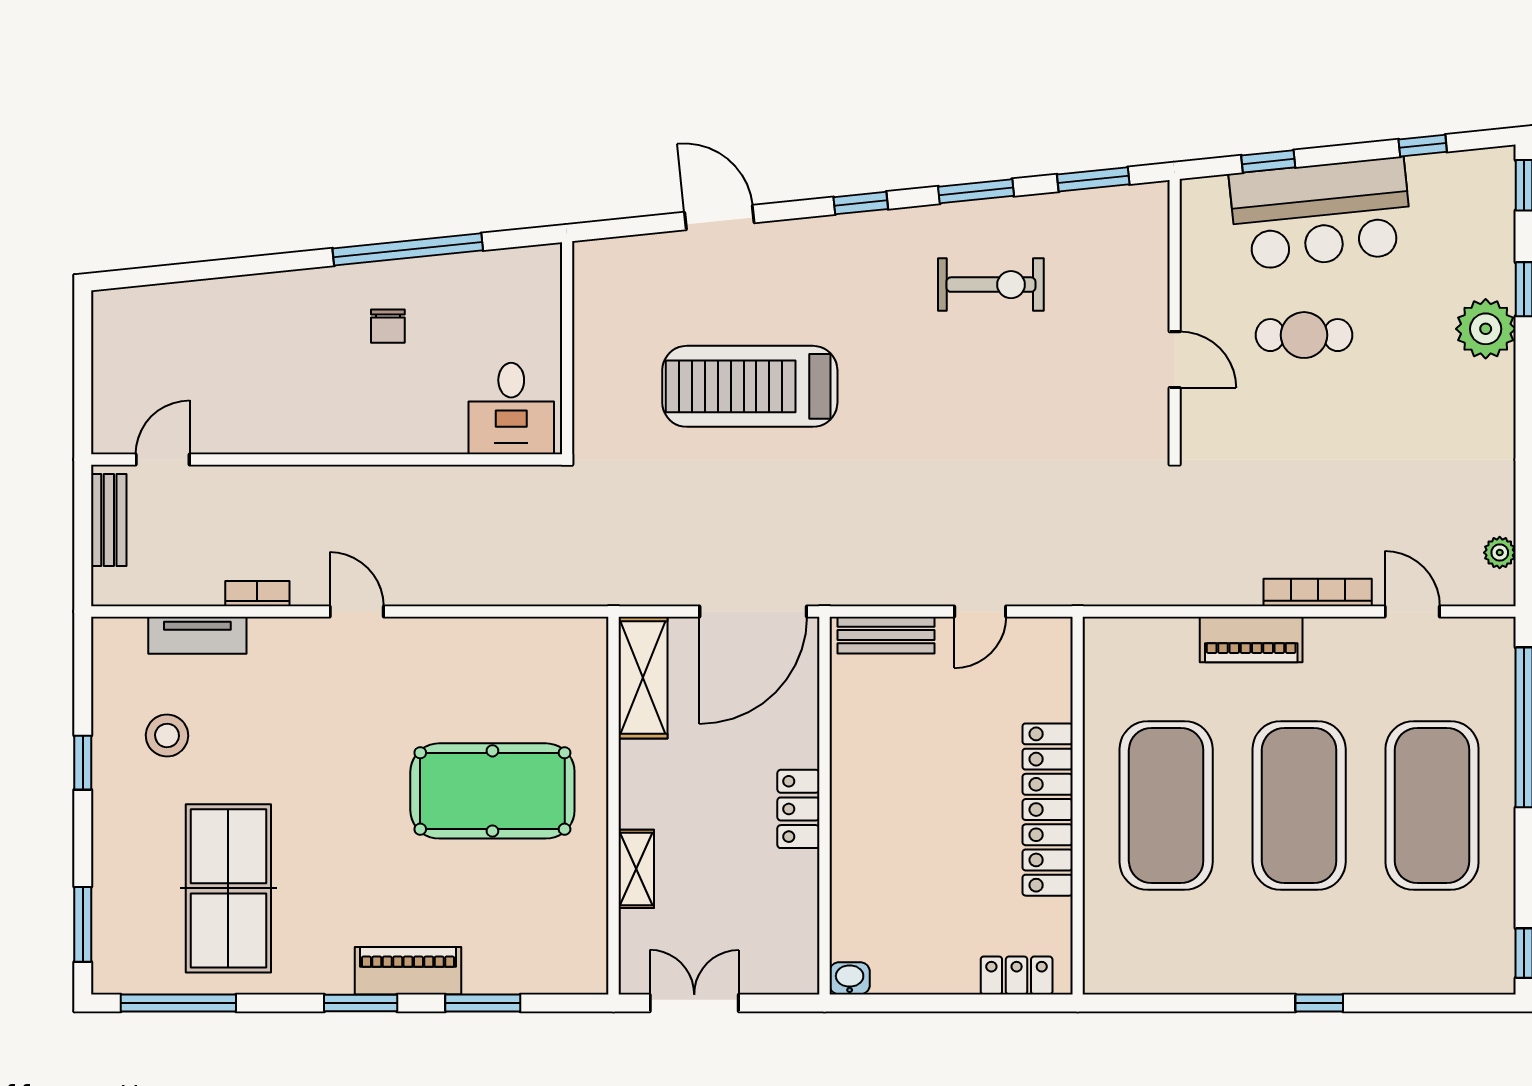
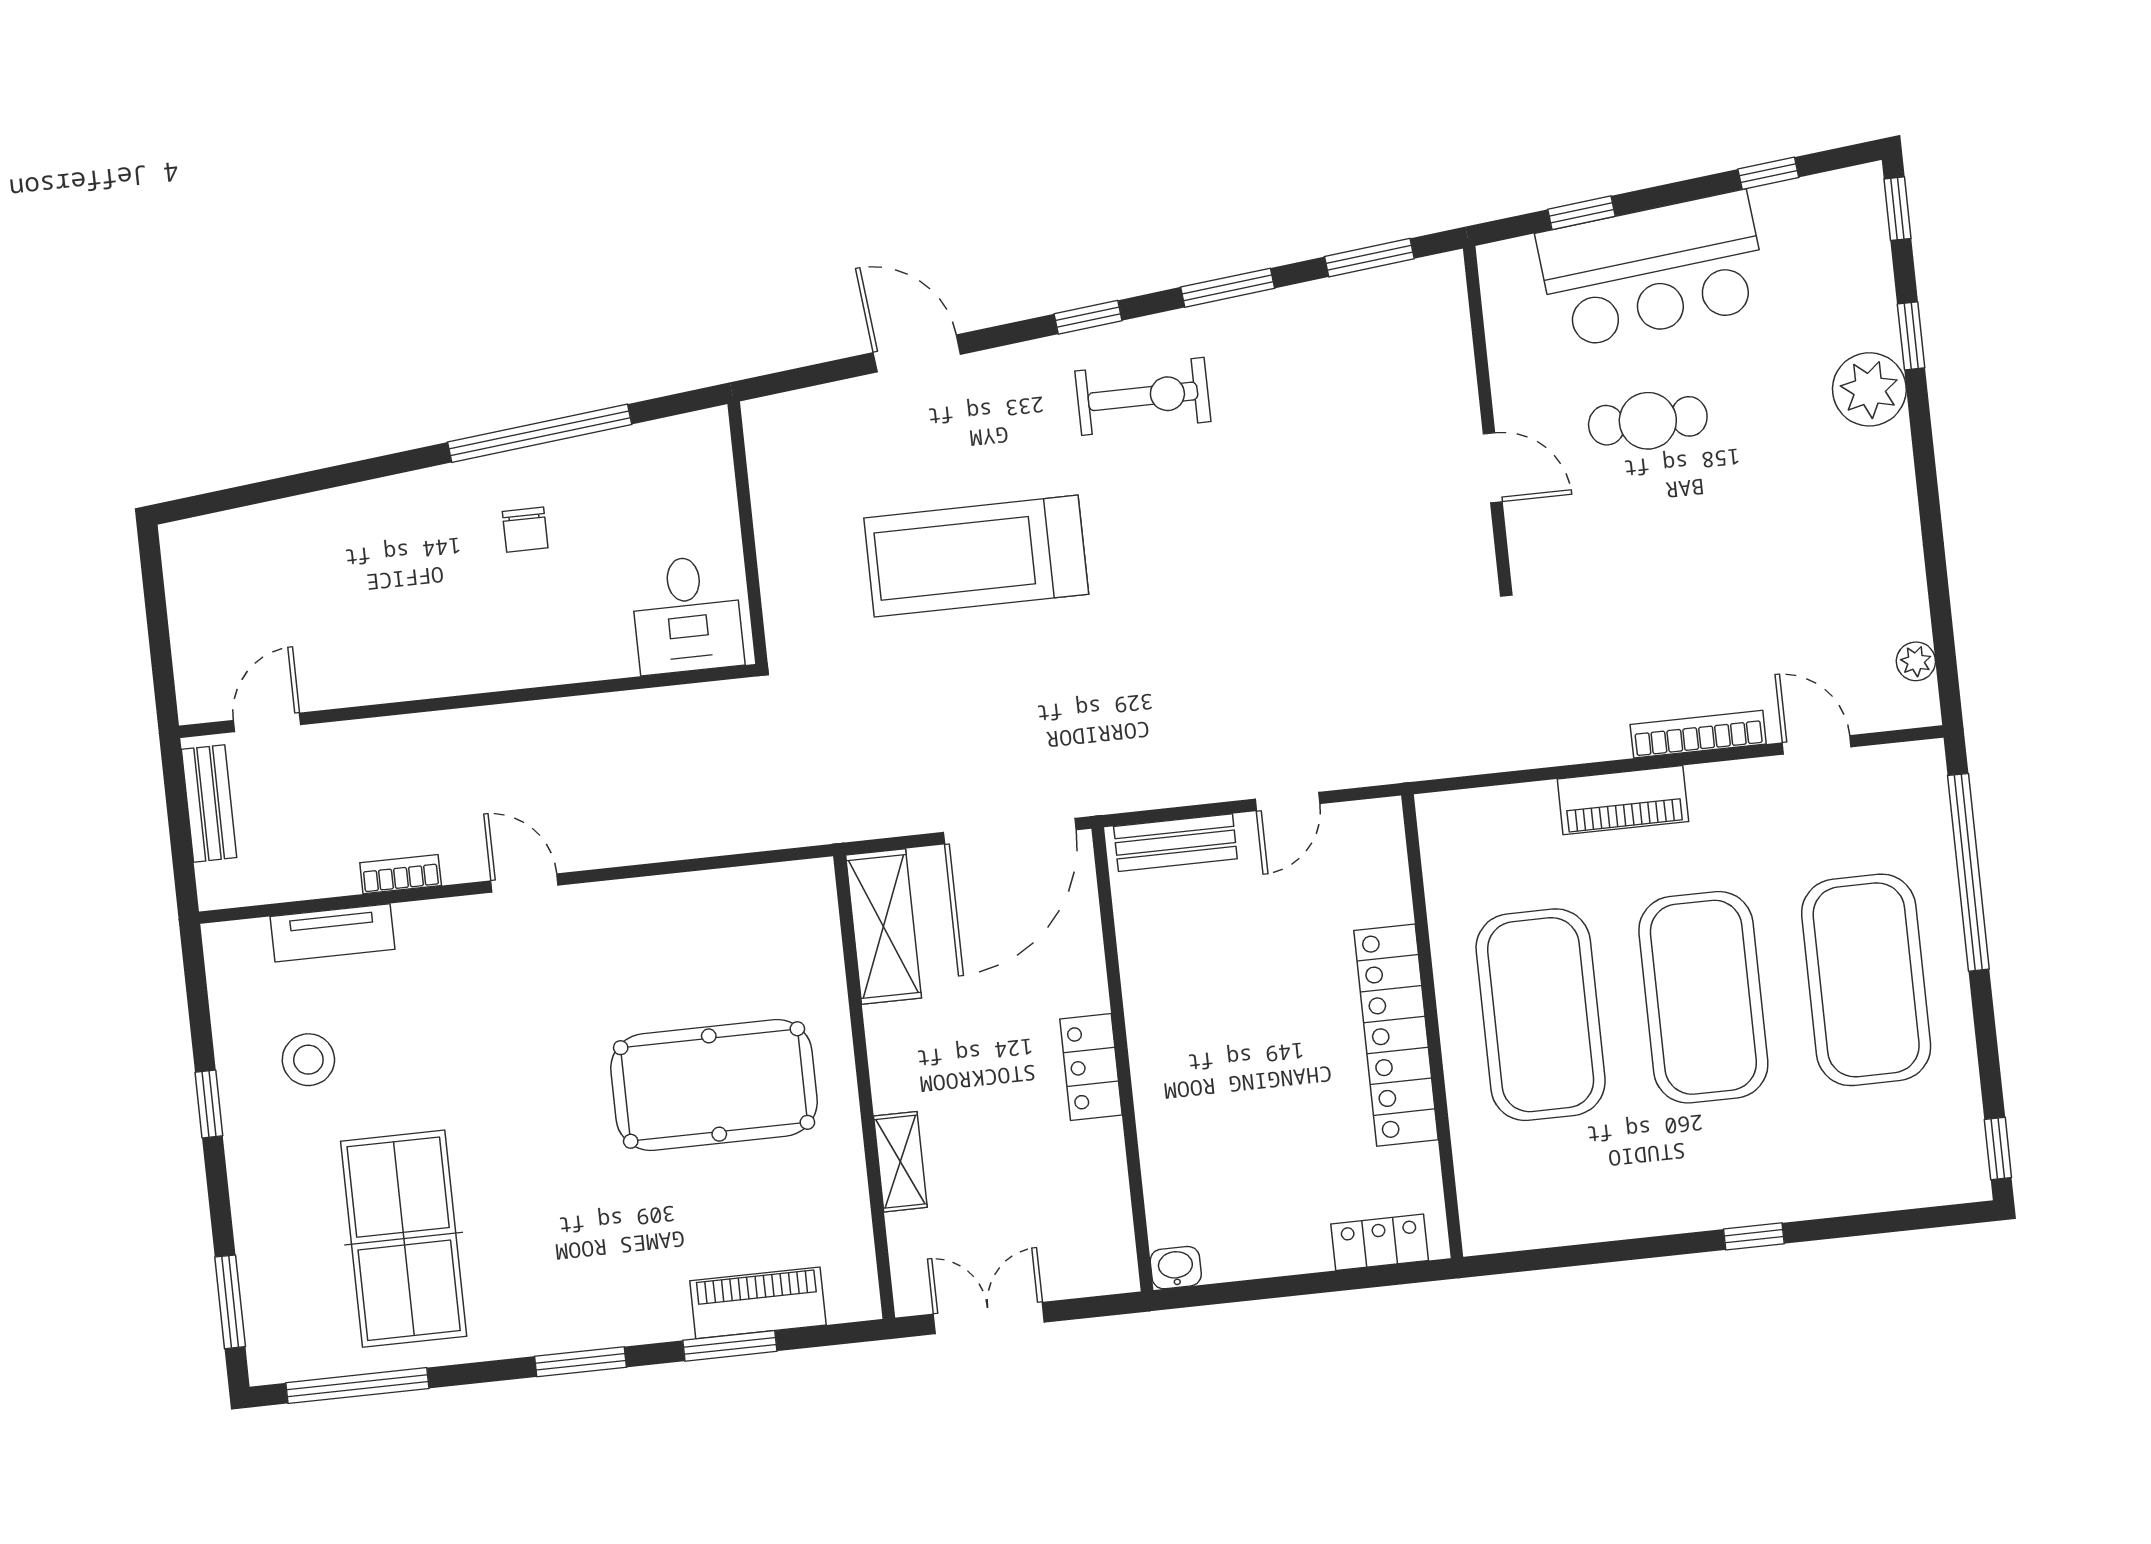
exercise bike: (991, 285) -> (1143, 396), moved
piano: (408, 971) -> (758, 1303), moved

